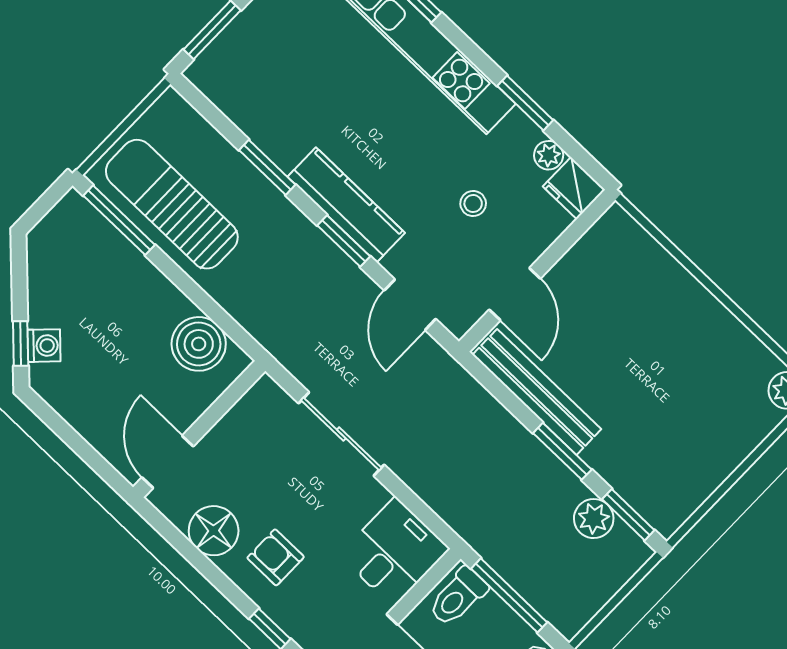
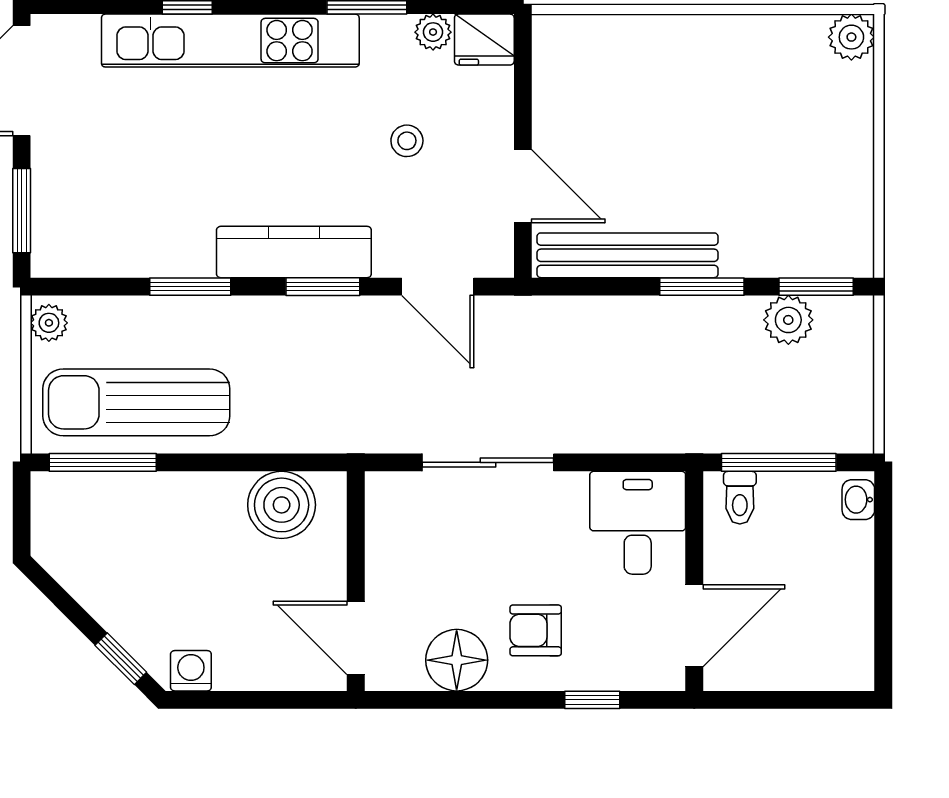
plant: (166, 110) -> (49, 323), added
washing machine: (44, 346) -> (191, 671), moved, turned -45
toilet: (458, 597) -> (740, 498), width x0.73, depth x0.72

